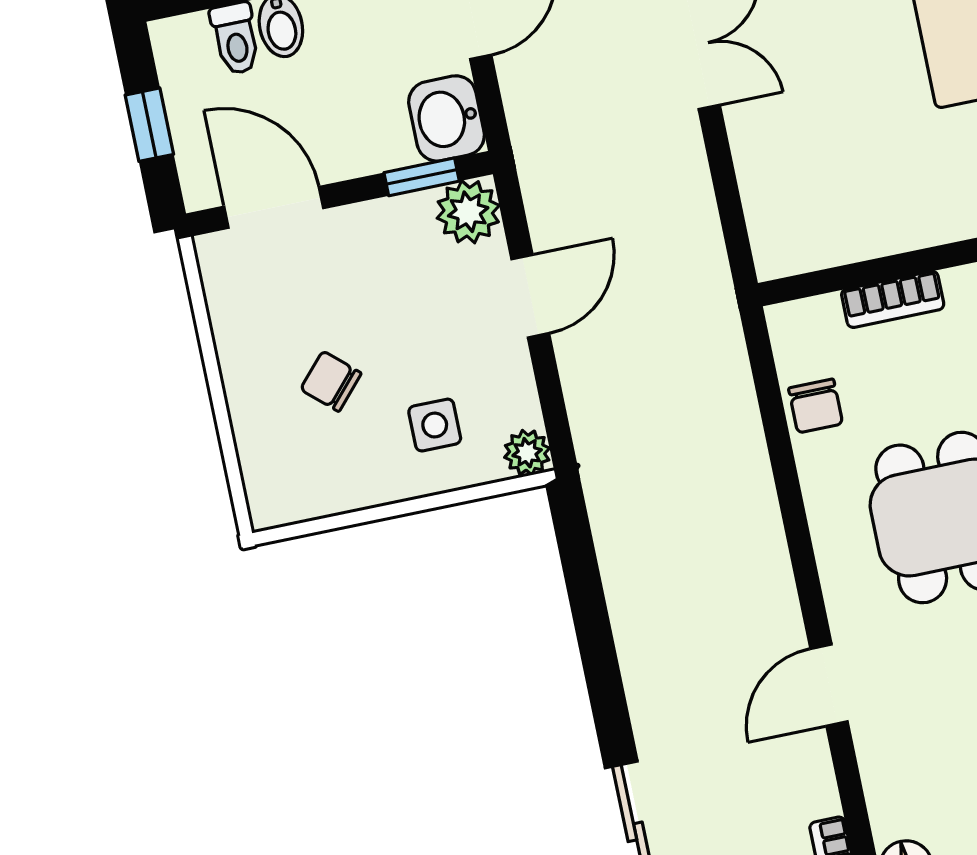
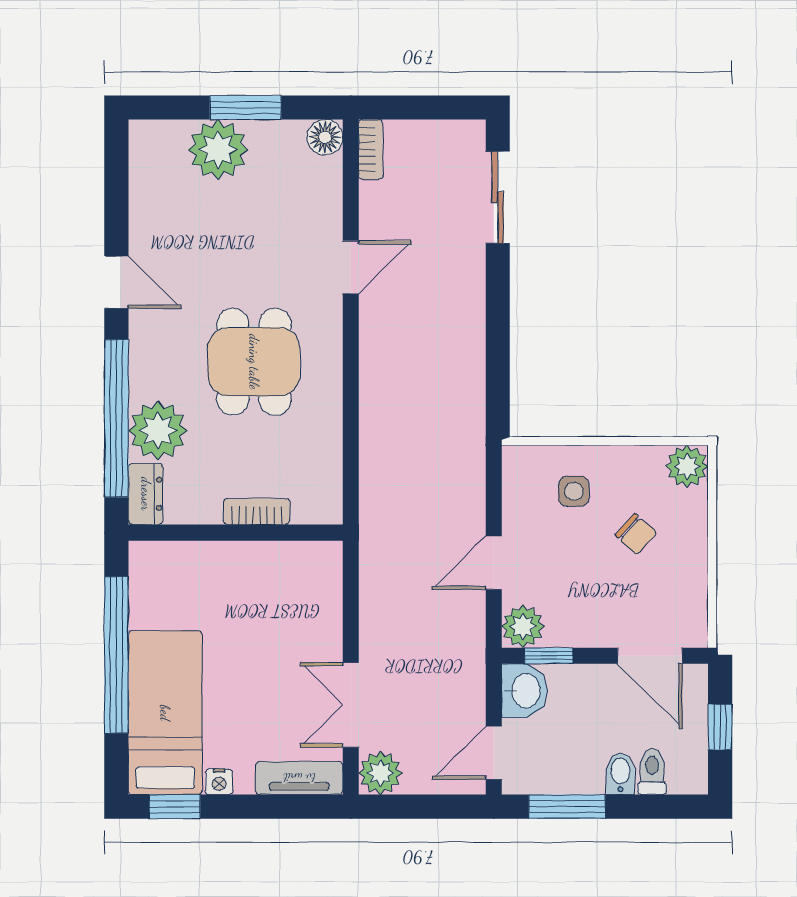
chair: (816, 406) -> (322, 452), removed
plant: (527, 453) -> (687, 466), moved, width x1.38, depth x1.38

